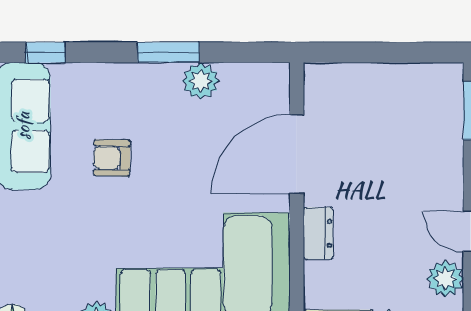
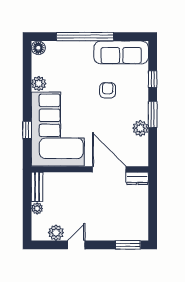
window: (45, 52) -> (153, 79), moved
dresser: (318, 233) -> (137, 178), moved

